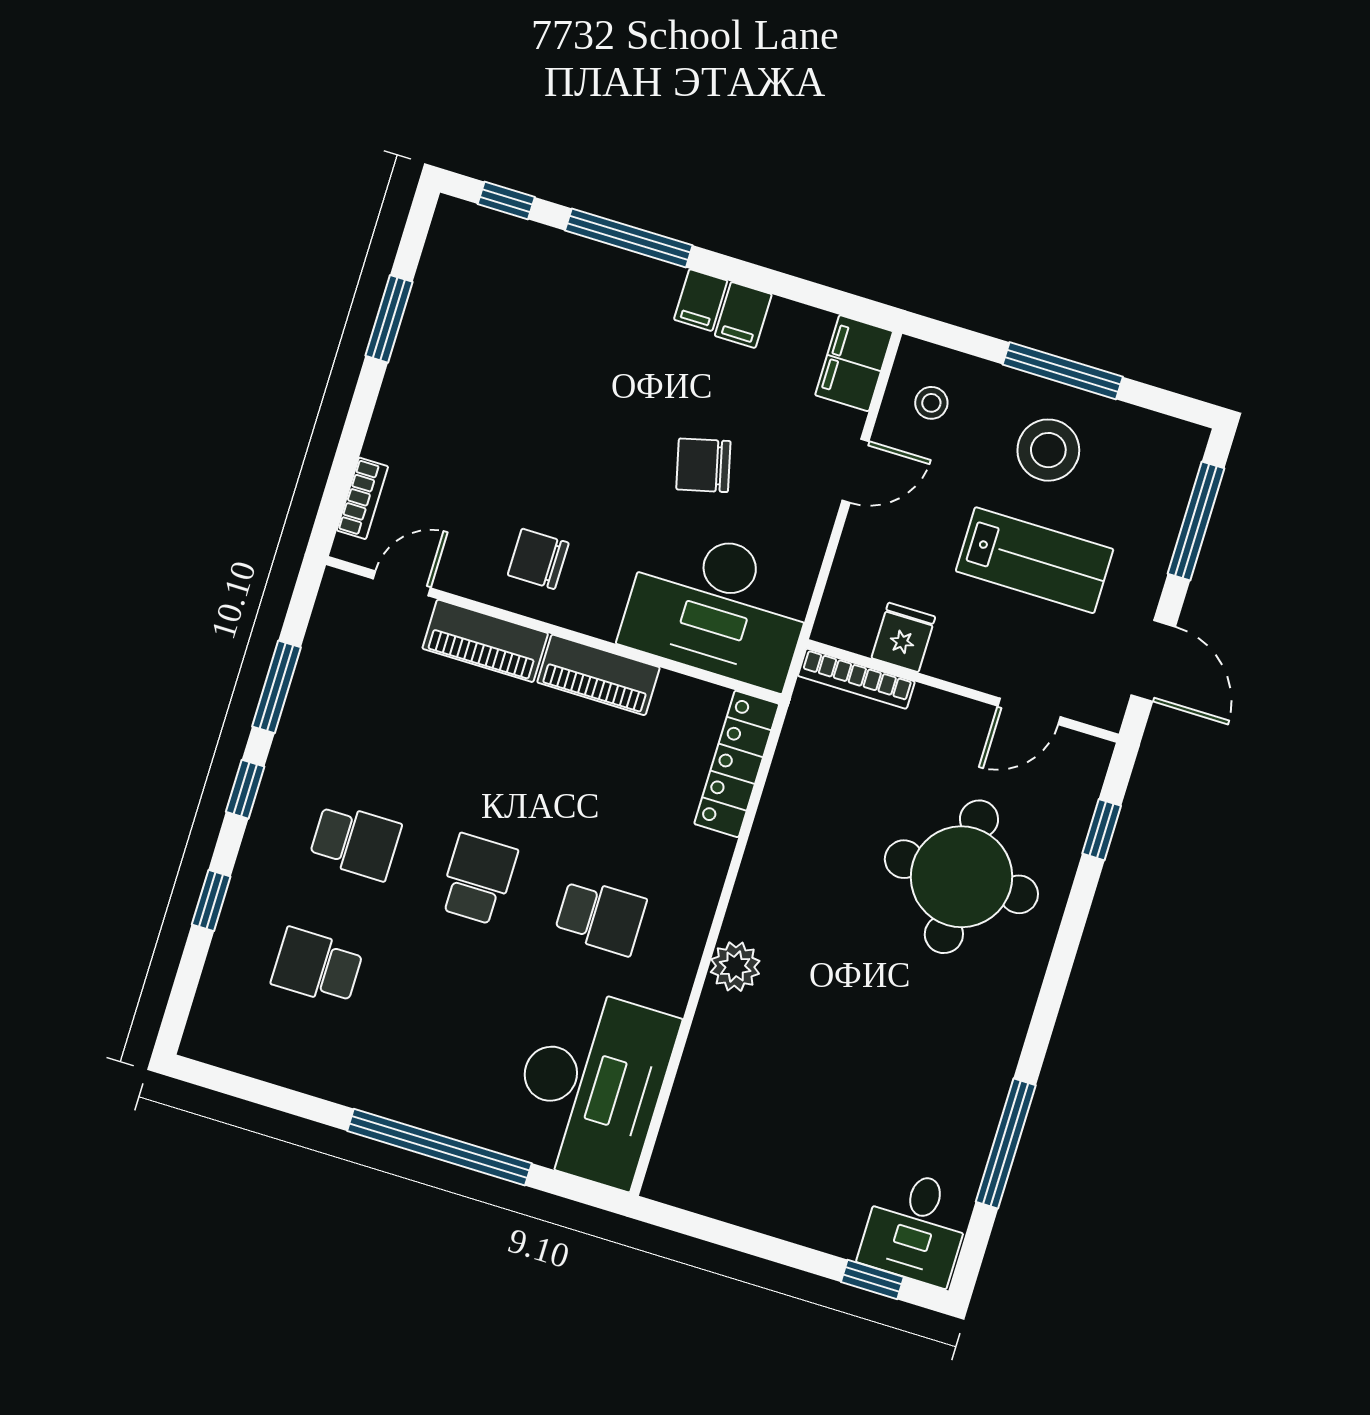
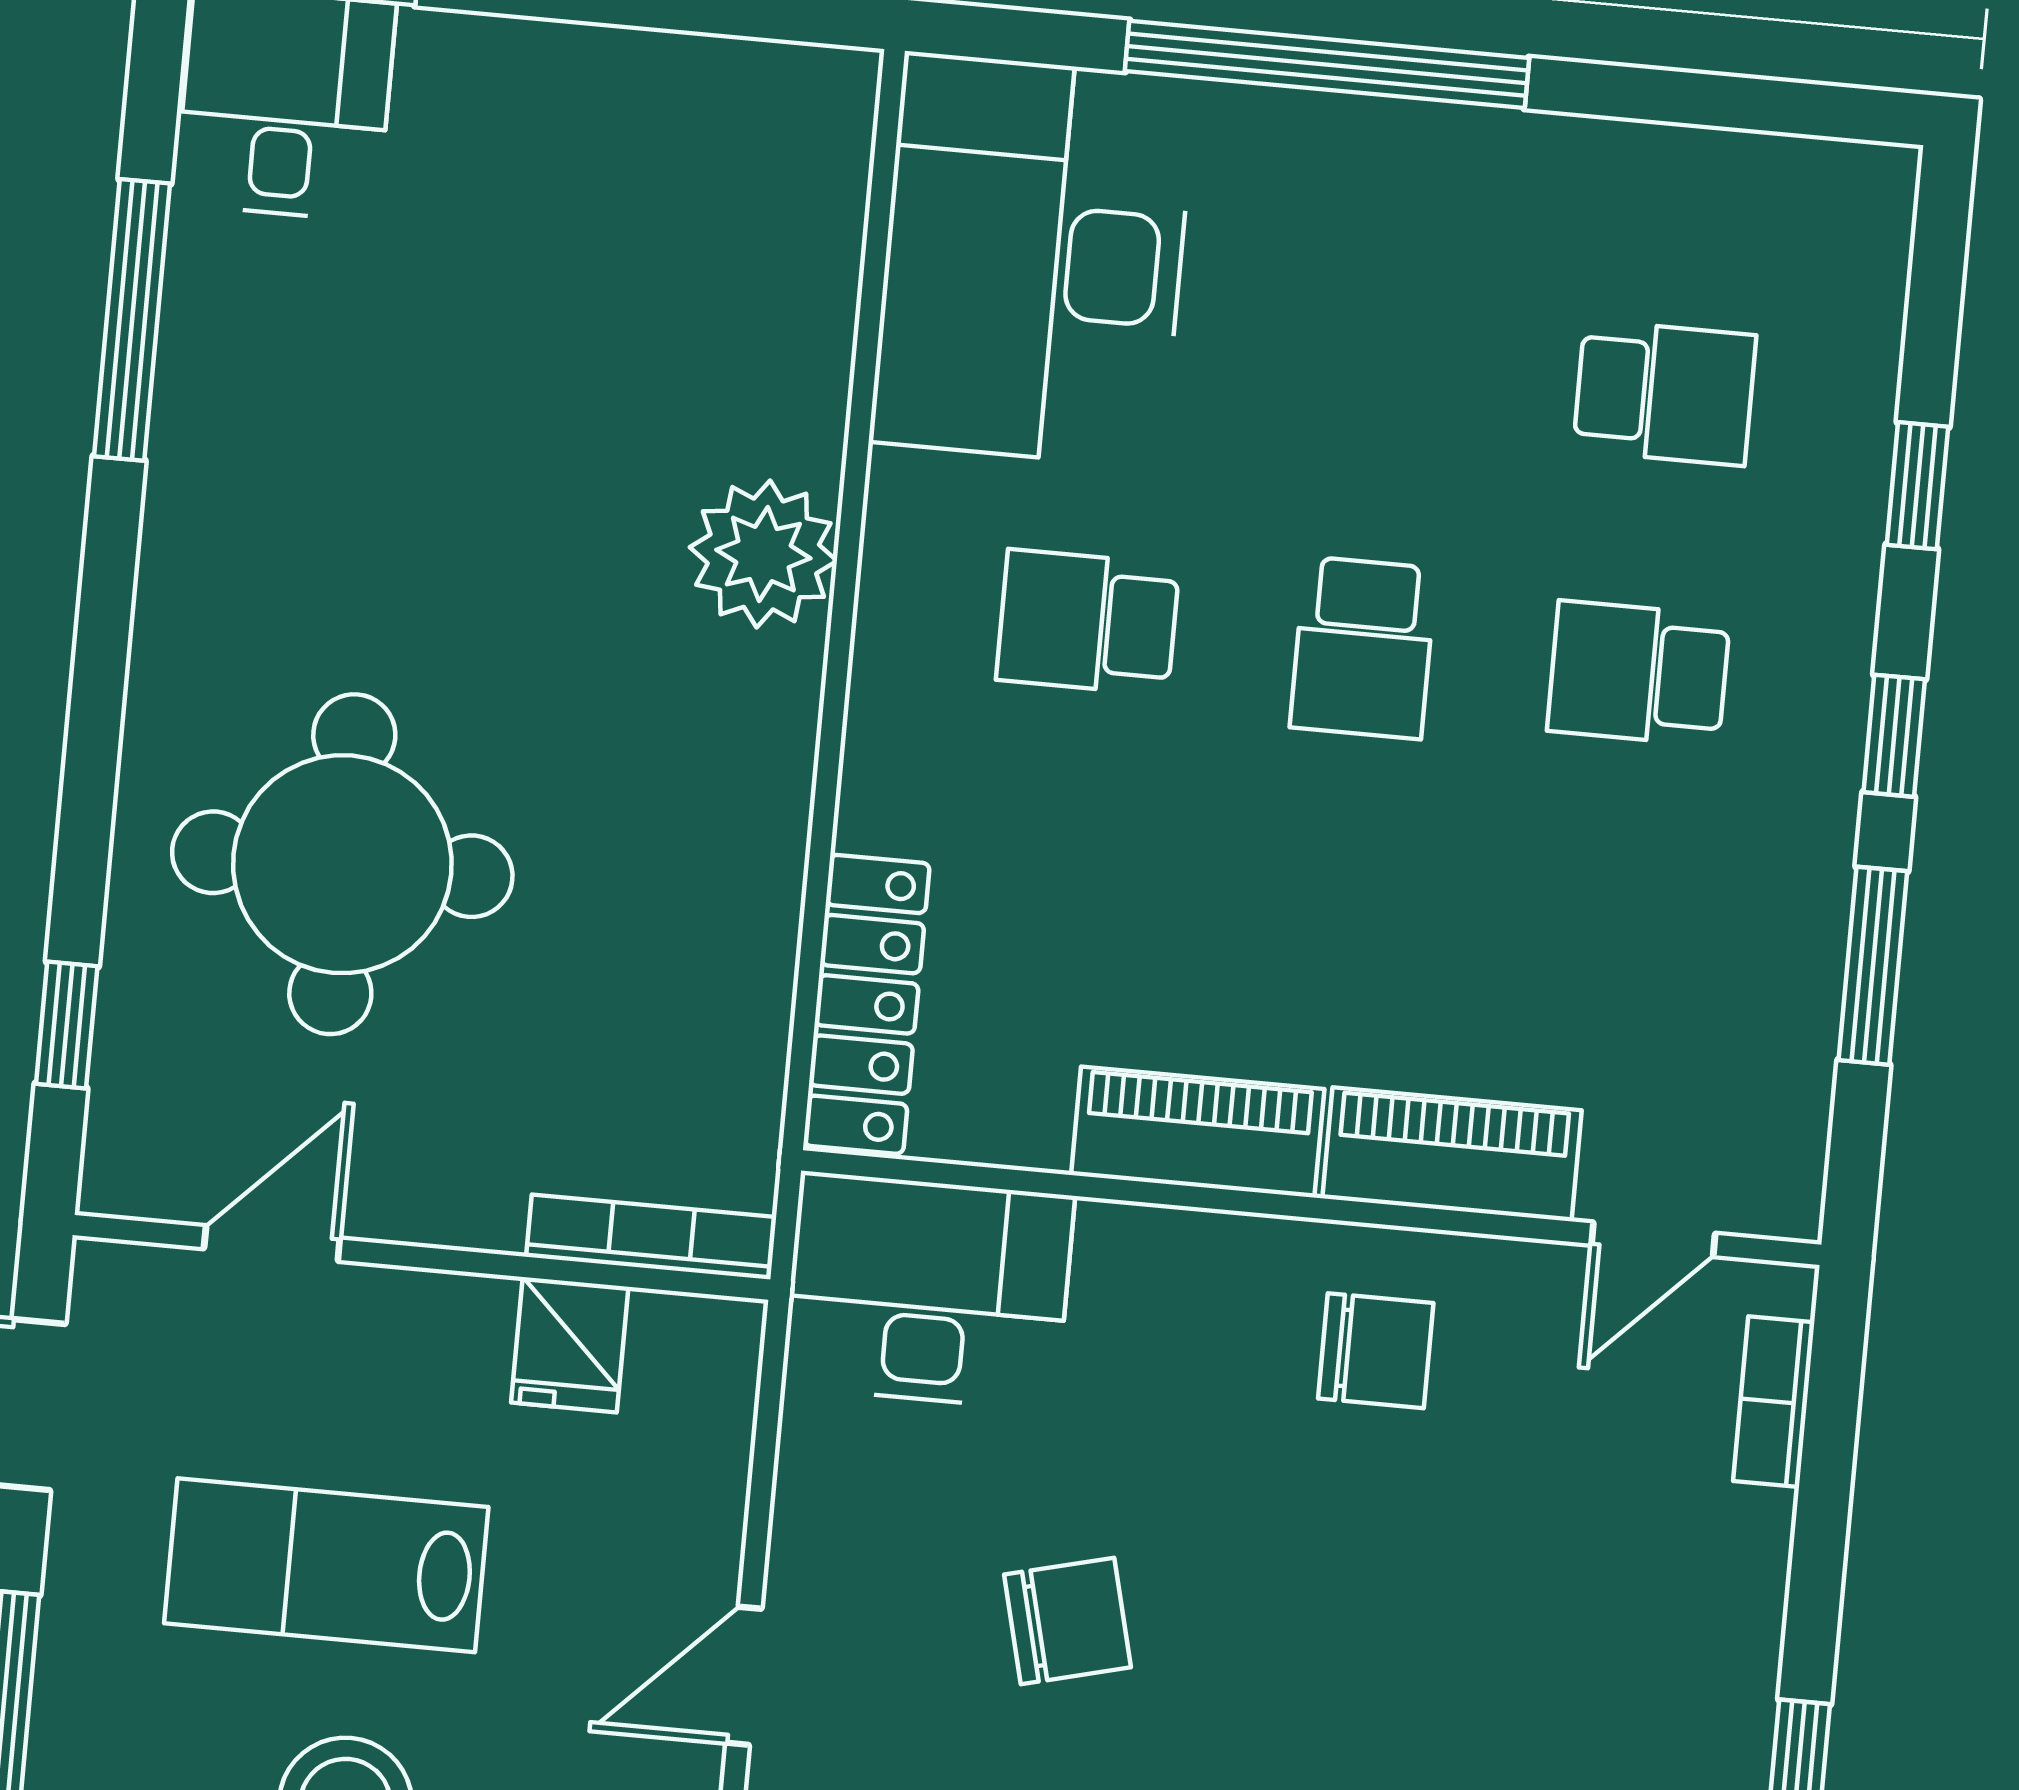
desk: (718, 607) -> (928, 1291), width x0.73, depth x0.77
plant: (735, 967) -> (763, 554), width x1.36, depth x1.36

